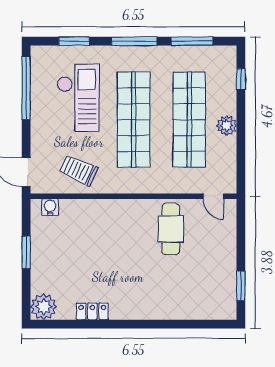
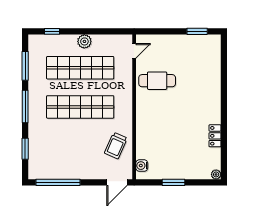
checkout: (78, 98) -> (65, 146), removed
plant: (43, 307) -> (216, 174), width x0.53, depth x0.53

